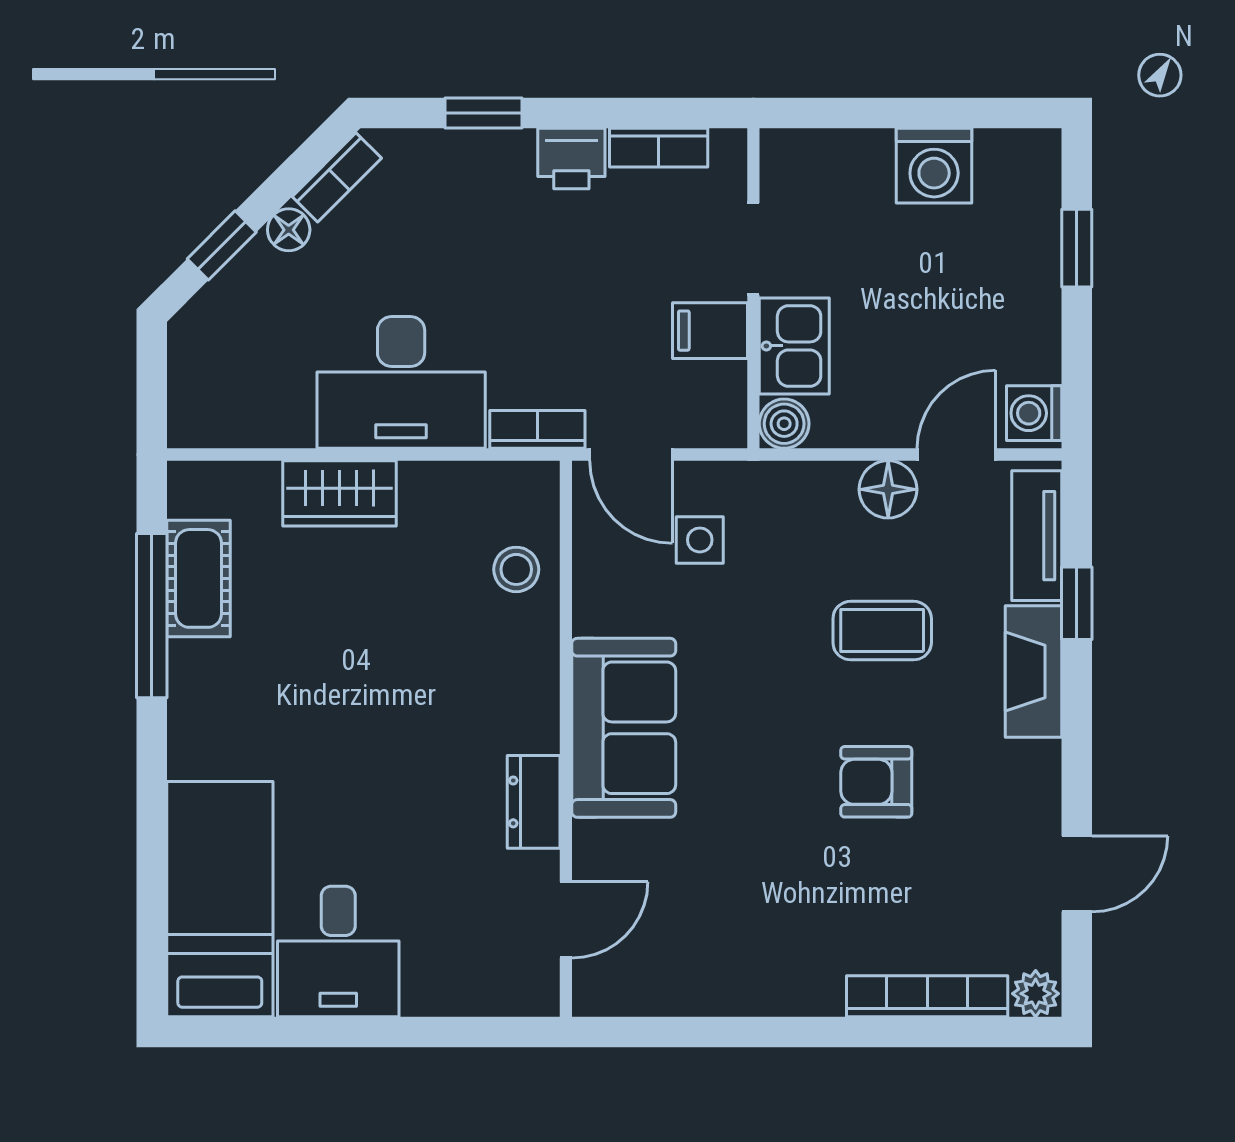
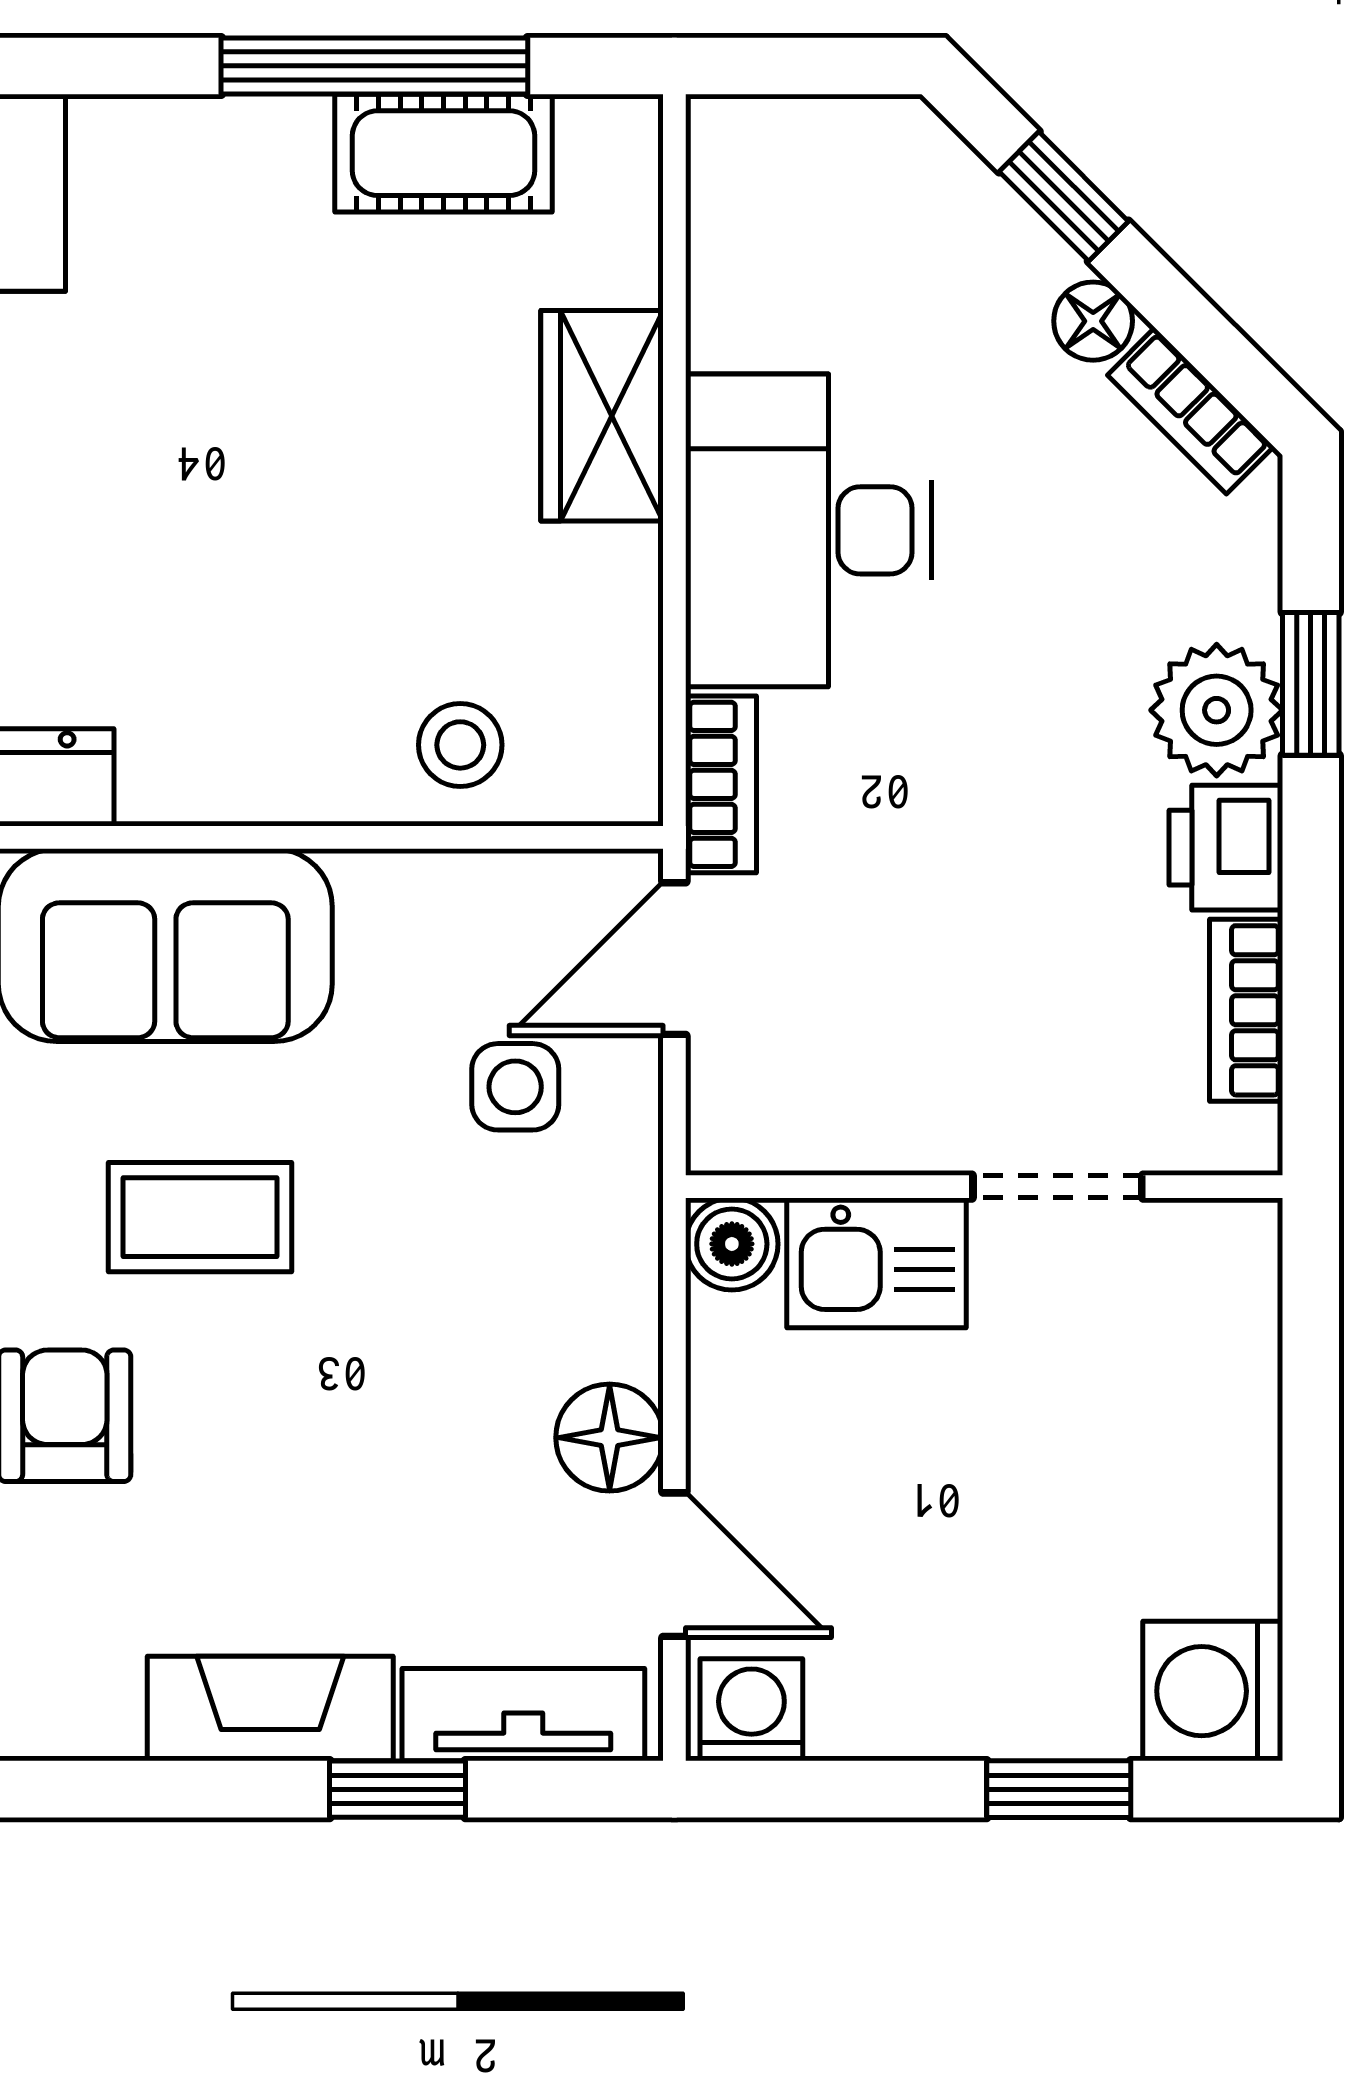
plant: (498, 163) -> (1217, 710), added
washing machine: (934, 166) -> (1213, 1691), moved
filing cabinet: (710, 331) -> (905, 1106), removed
coffee table: (882, 631) -> (200, 1217), moved, turned 90

